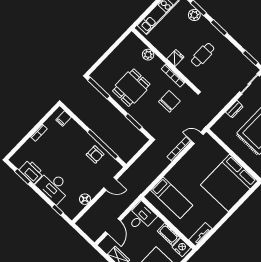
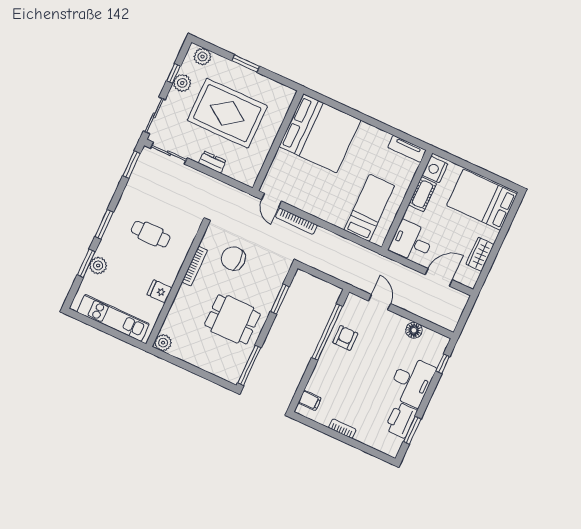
plant: (148, 55) -> (163, 343), moved
fridge: (175, 58) -> (159, 291), moved

